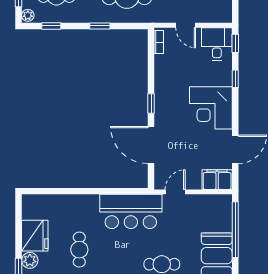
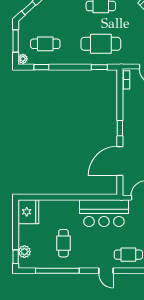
window: (100, 26) -> (99, 67), moved
door: (151, 145) -> (120, 161), hinge flipped
fridge: (35, 236) -> (28, 212), moved

